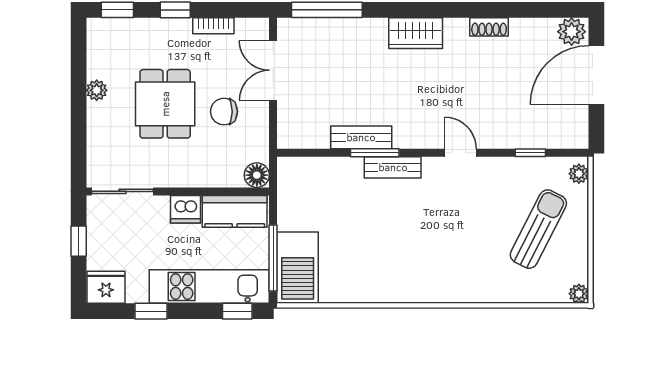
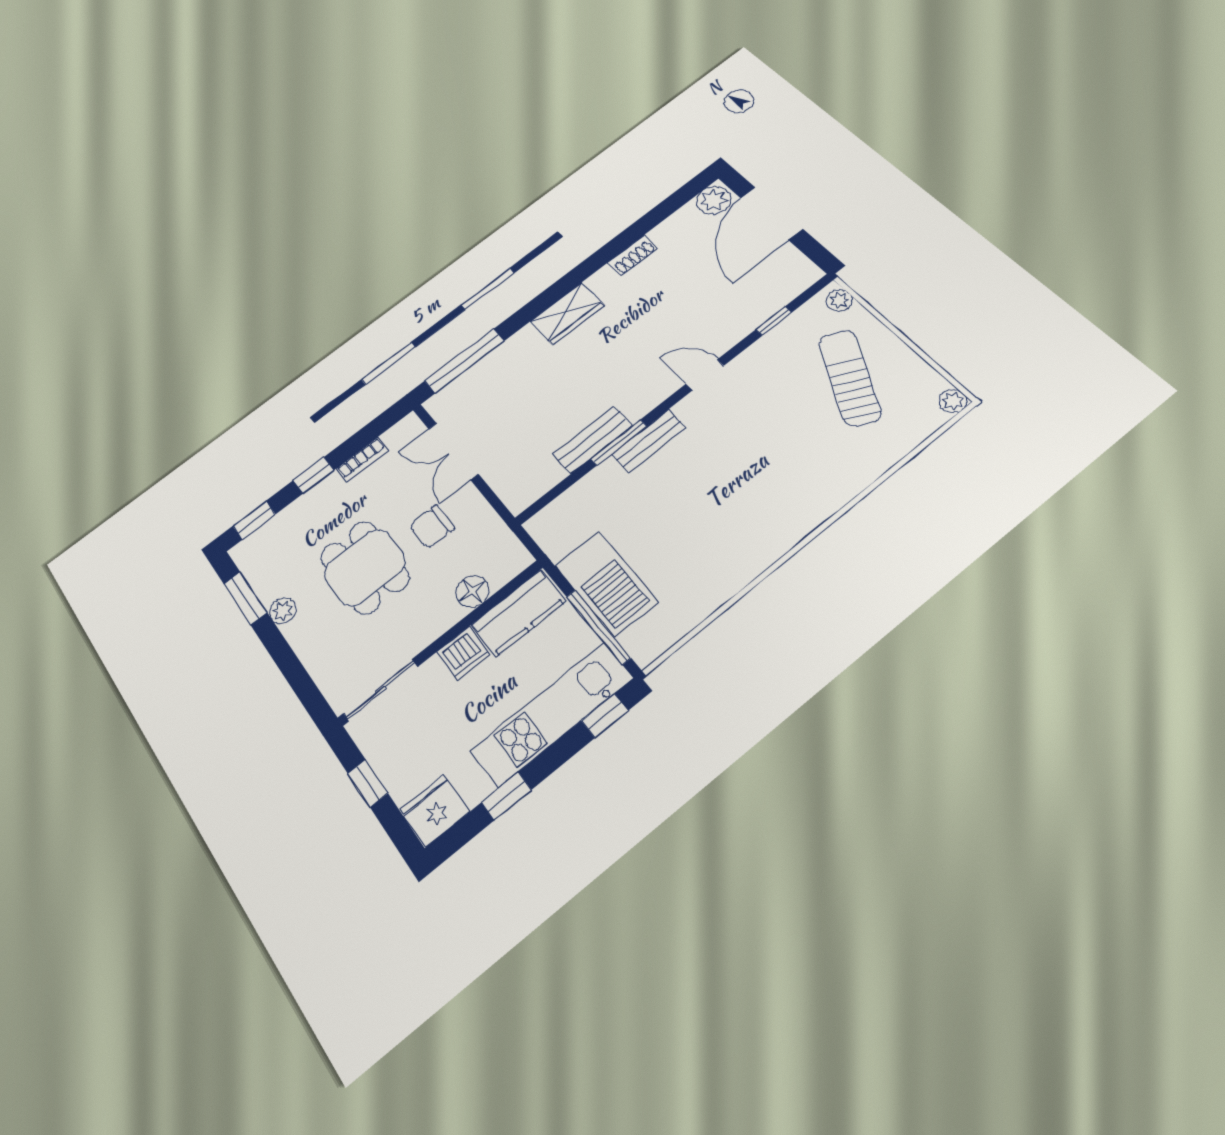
window: (79, 62) -> (245, 598), added
floor lamp: (257, 175) -> (472, 592), moved
barbecue: (298, 268) -> (606, 583), moved

